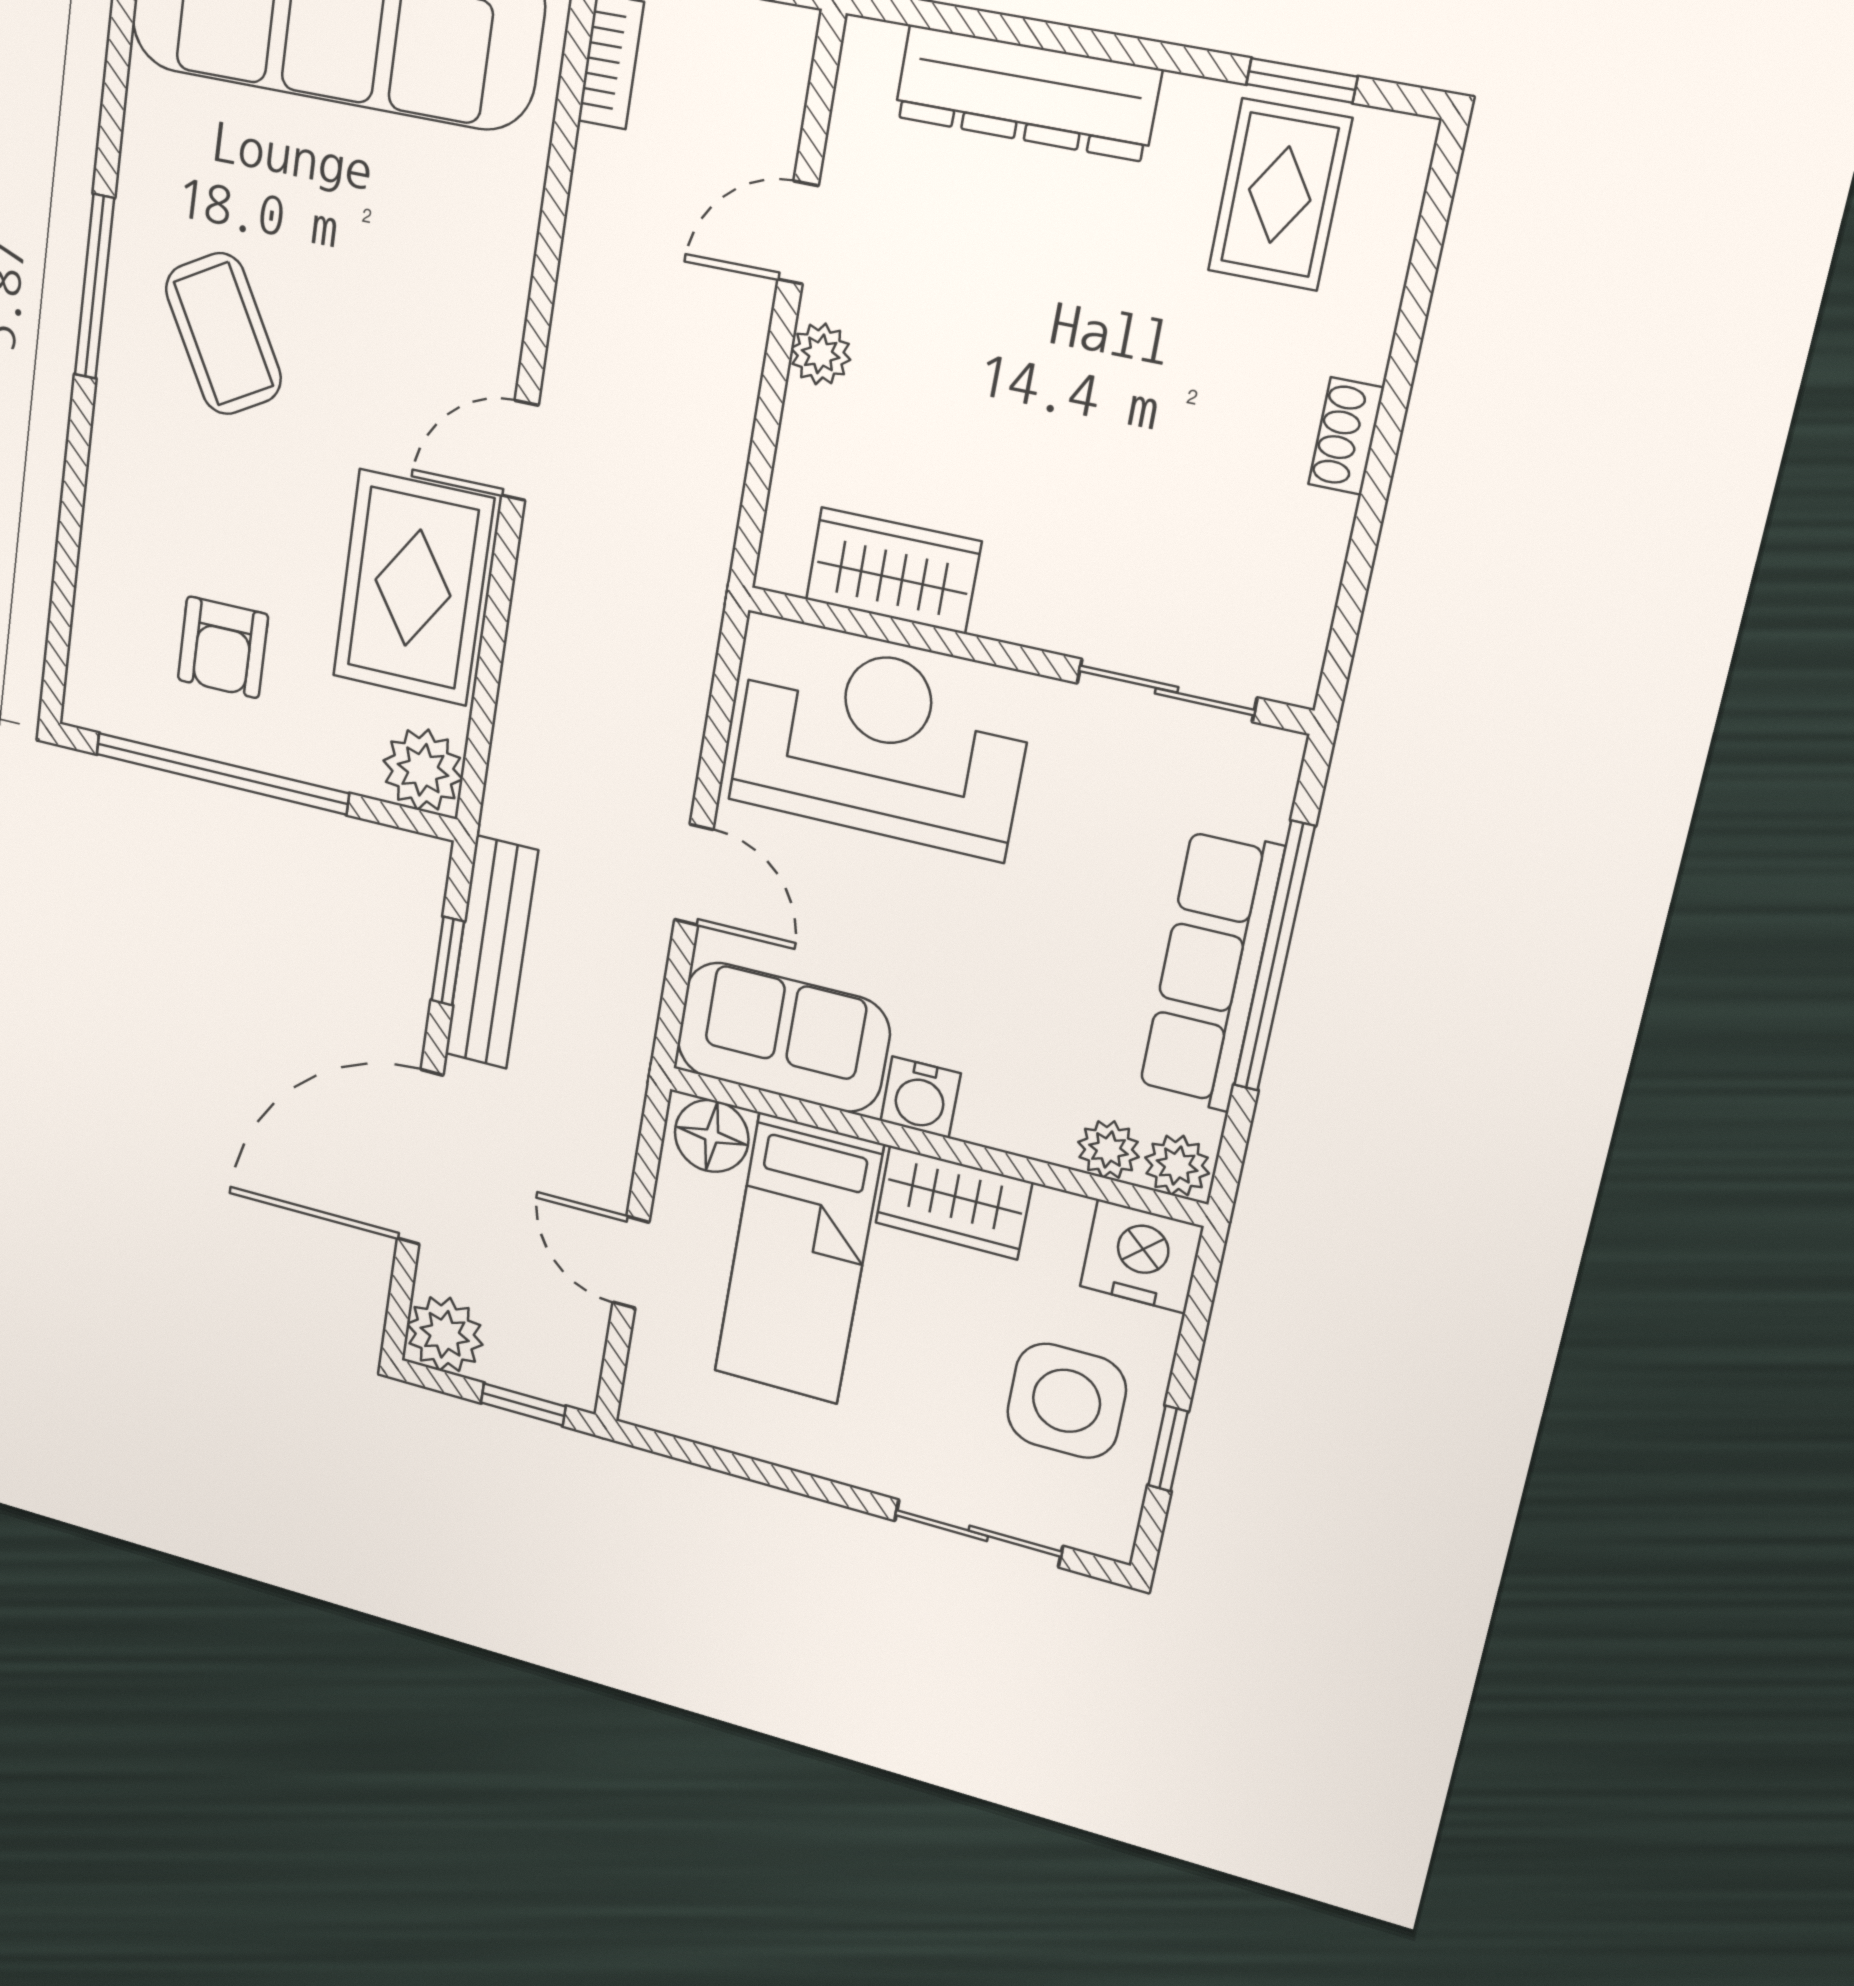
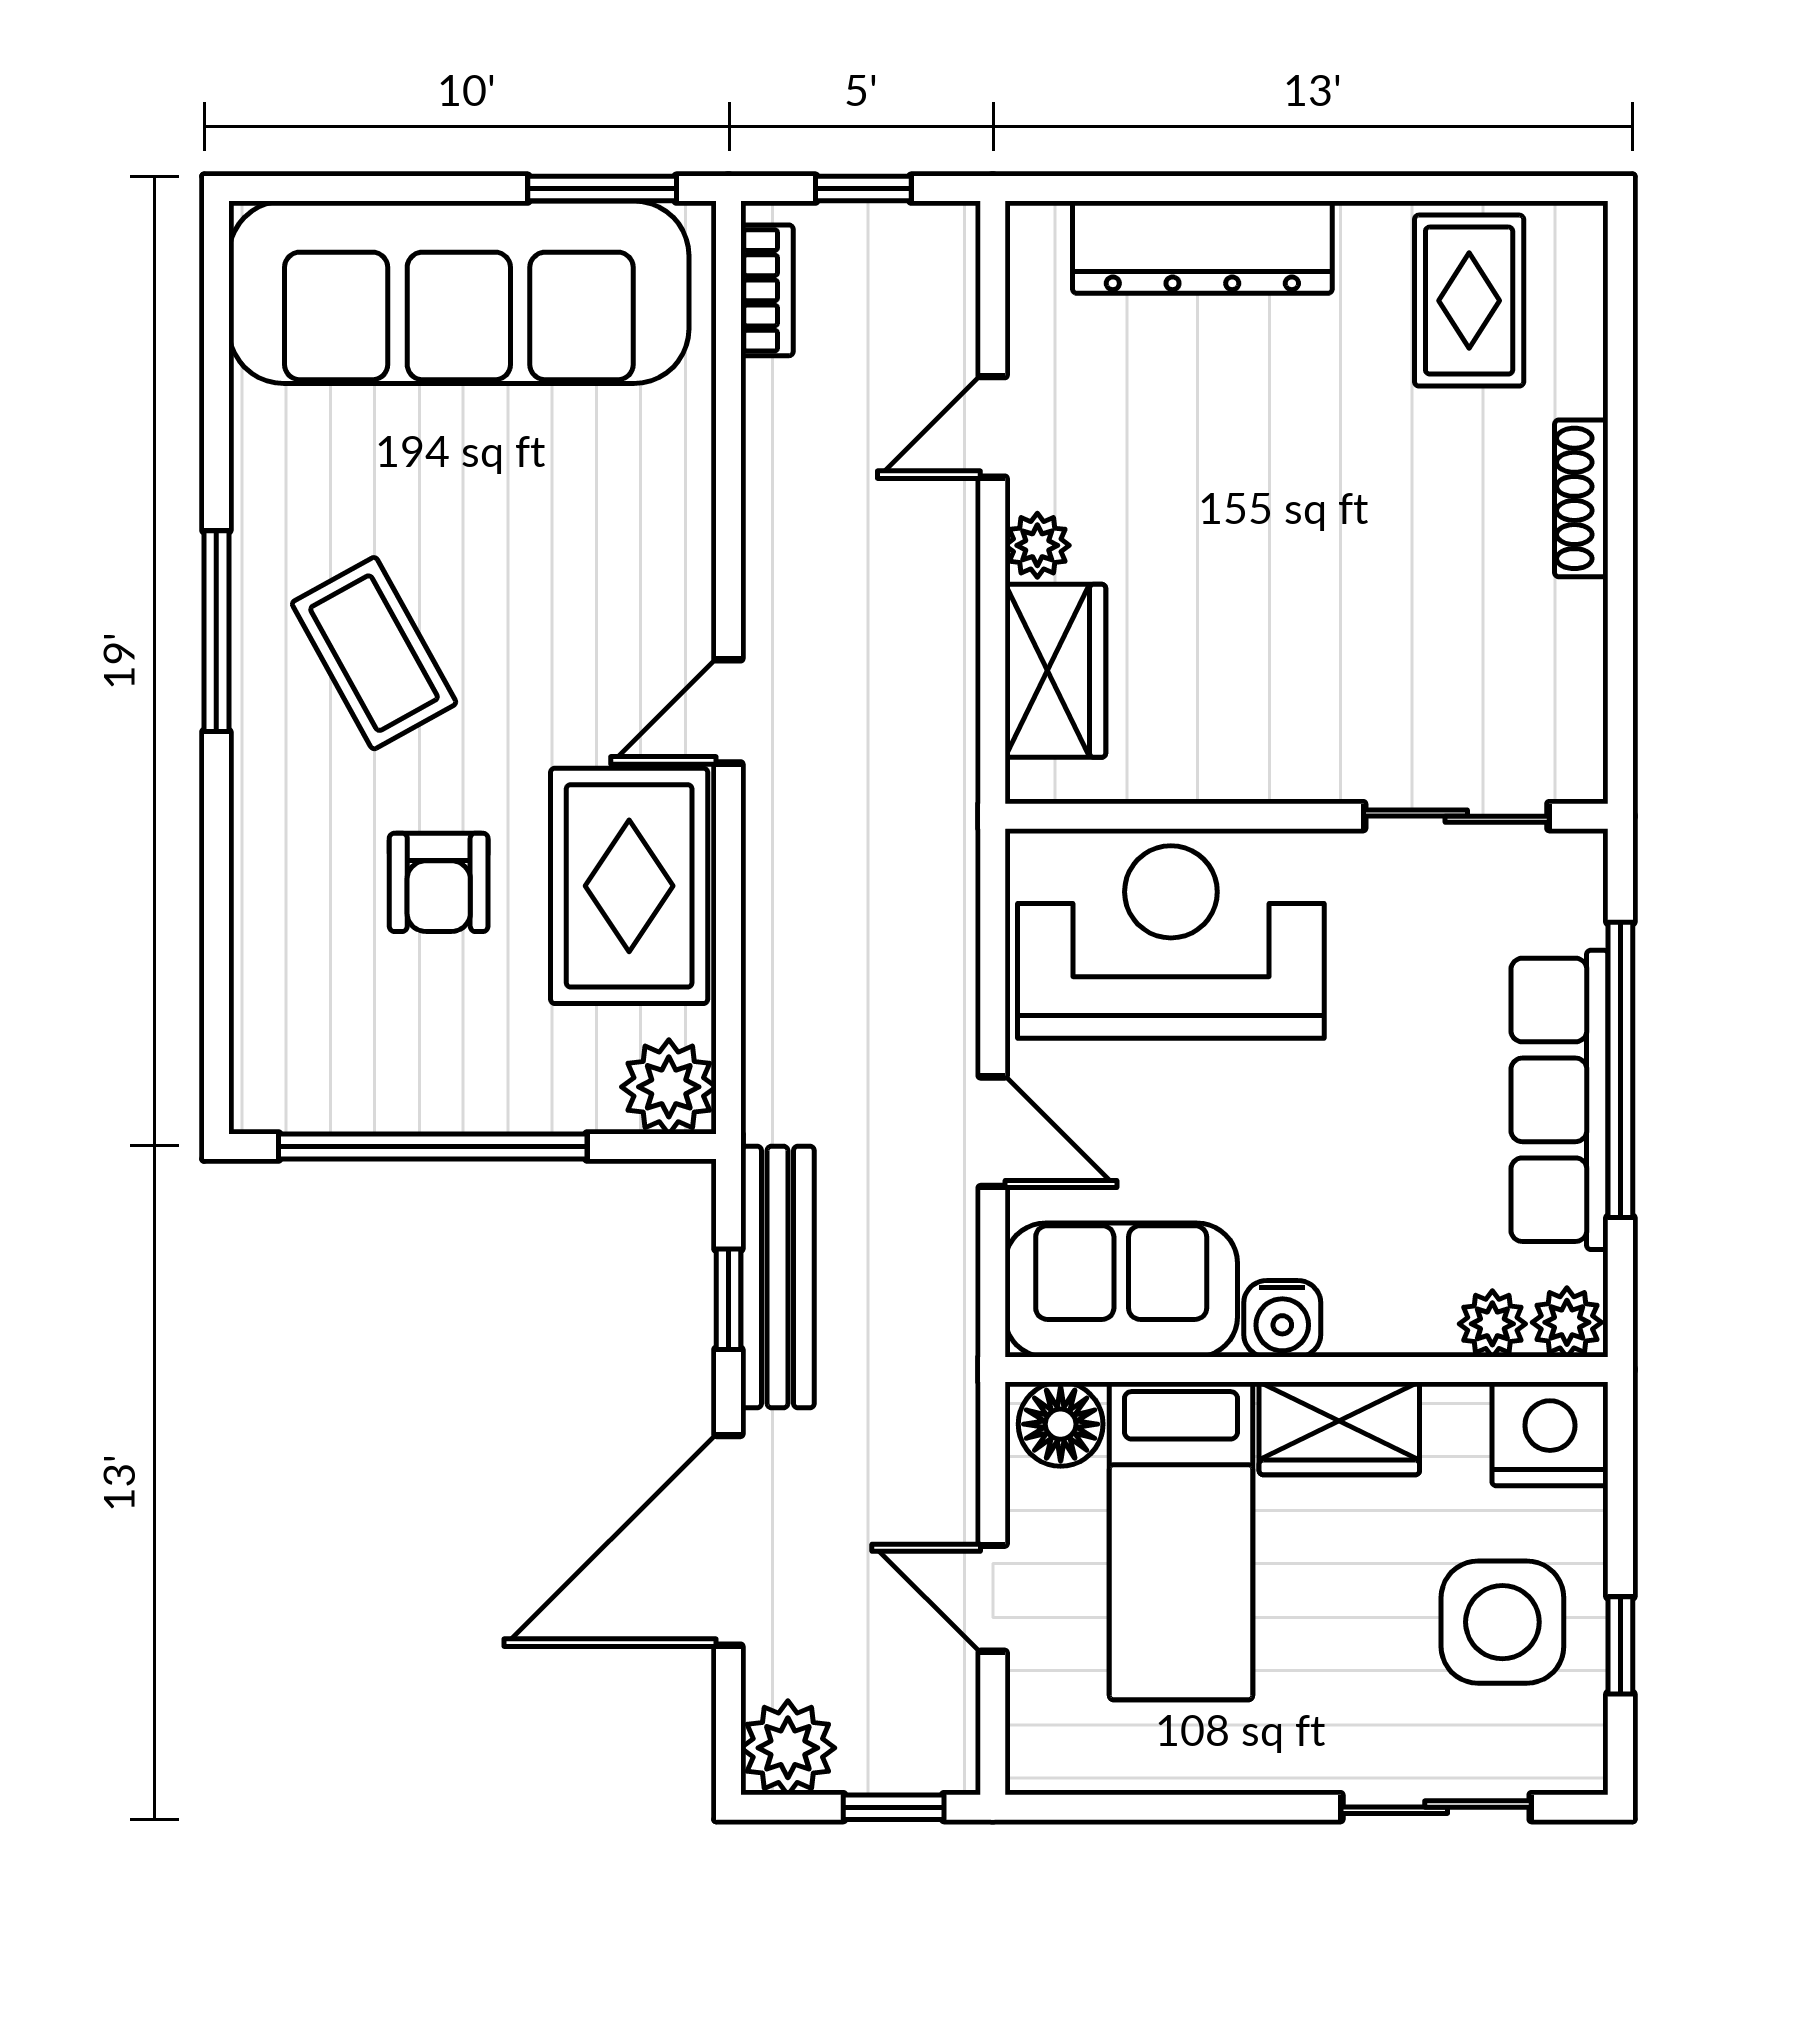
window: (1302, 80) -> (1468, 189), removed
shoe rack: (1346, 436) -> (1581, 498), width x1.43
wardrobe: (893, 570) -> (1055, 671), moved, turned 90
armchair: (223, 647) -> (439, 882), moved

